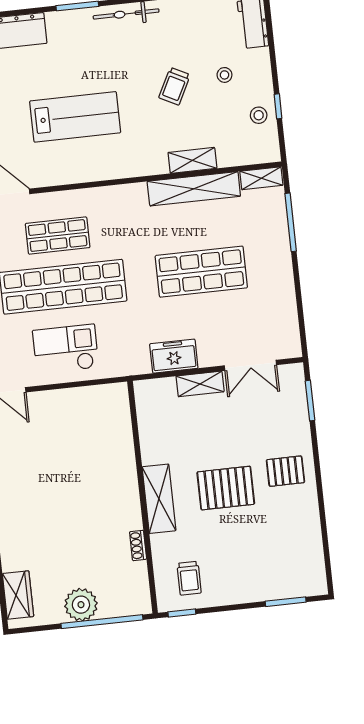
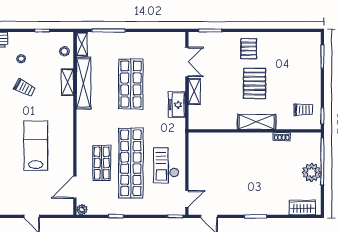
stool: (259, 115) -> (64, 51), moved

